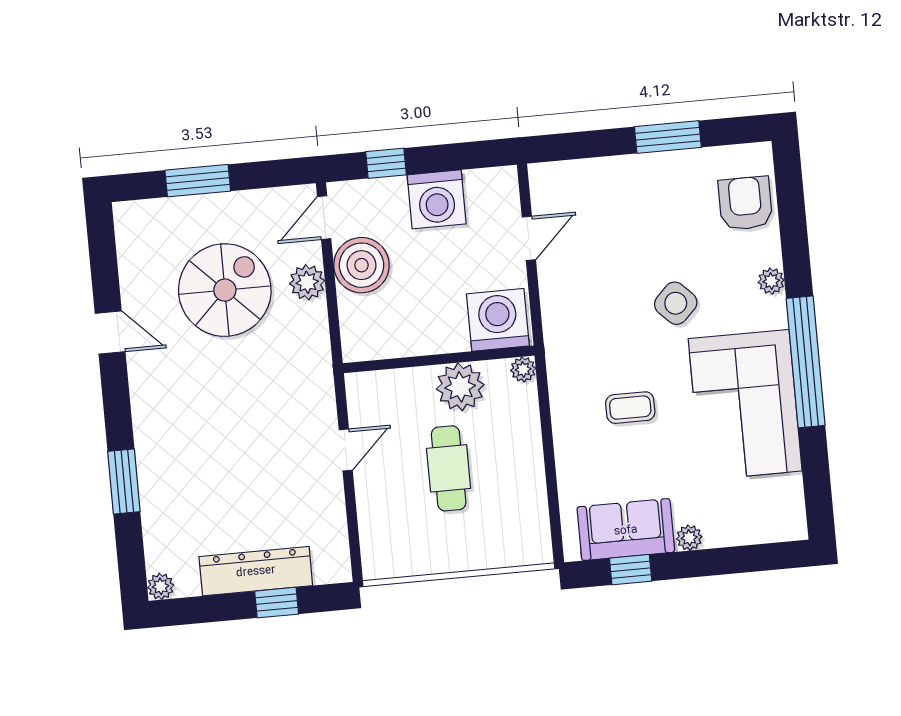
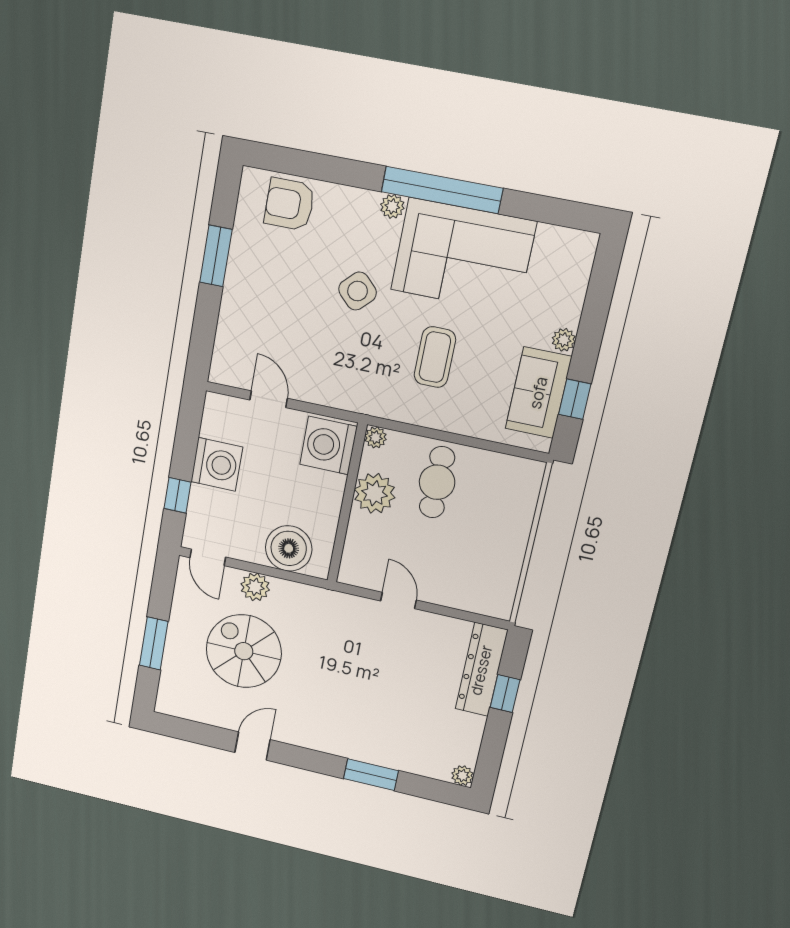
boiler: (362, 265) -> (289, 548), moved
plant: (771, 281) -> (392, 206), moved
coffee table: (630, 408) -> (435, 357), width x1.36, depth x1.30
cafe table: (449, 468) -> (437, 482), moved, turned 90
dresser: (256, 571) -> (481, 670), moved

